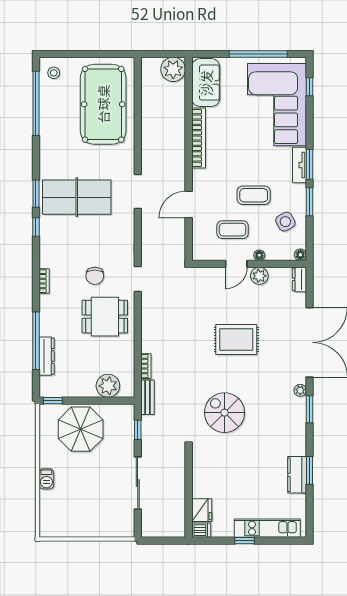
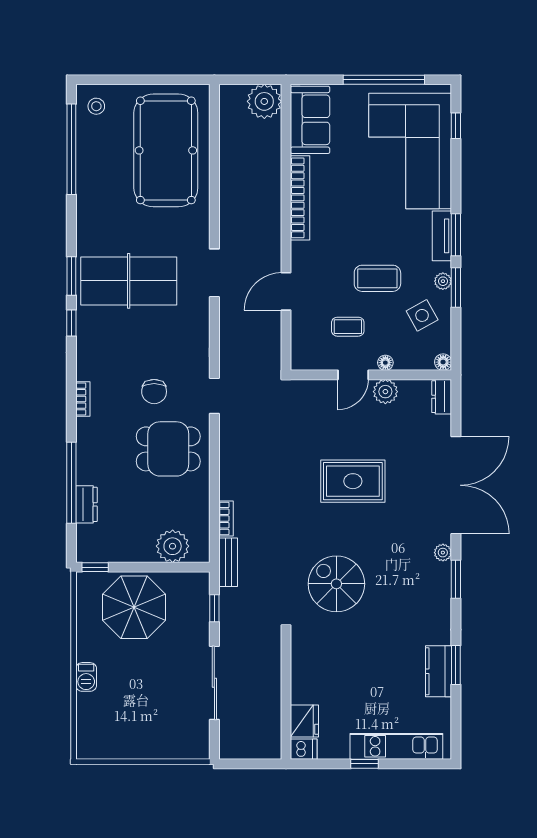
plant: (300, 197) -> (443, 281), added
coffee table: (233, 230) -> (348, 327), width x0.73, depth x0.77
dresser: (47, 356) -> (86, 504), width x0.70

